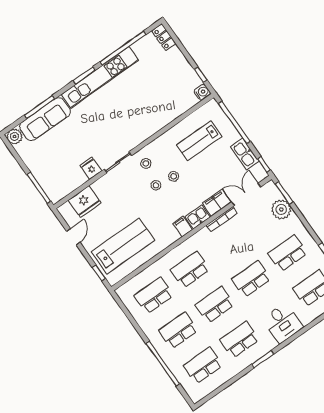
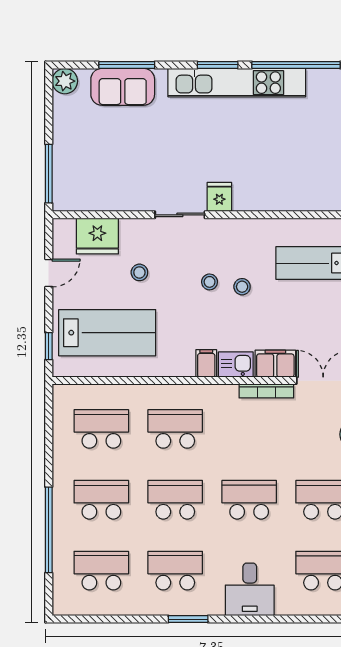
sofa: (45, 119) -> (123, 87), width x0.73
stool: (146, 163) -> (139, 272), moved
fridge: (91, 168) -> (219, 197), moved

